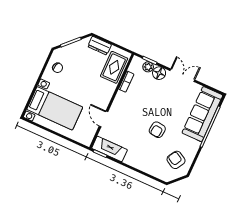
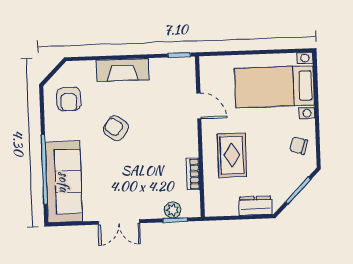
rug: (114, 67) -> (232, 155), moved
floor lamp: (159, 73) -> (153, 209), removed
armchair: (157, 130) -> (116, 128), turned -61
fireplace: (110, 149) -> (122, 70), moved
armchair: (176, 160) -> (69, 99), turned 60

